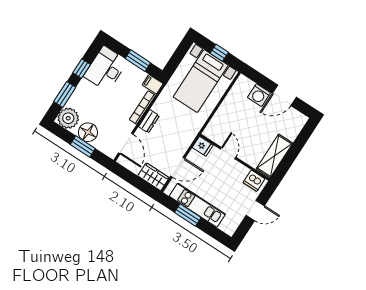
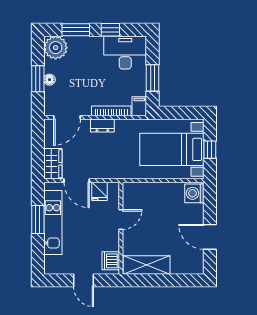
washing machine: (259, 95) -> (194, 193), moved
floor lamp: (88, 132) -> (49, 80), width x0.53, depth x0.53
fridge: (203, 146) -> (99, 191), moved

